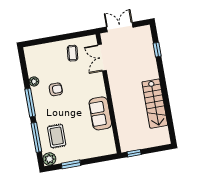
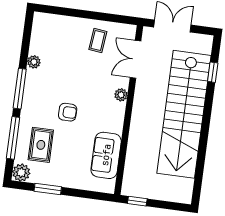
plant: (100, 85) -> (121, 95), added
armchair: (56, 89) -> (68, 112), moved
stairs: (155, 104) -> (184, 114), width x1.86, depth x1.51
sofa: (100, 113) -> (106, 155), moved

